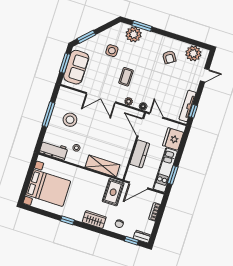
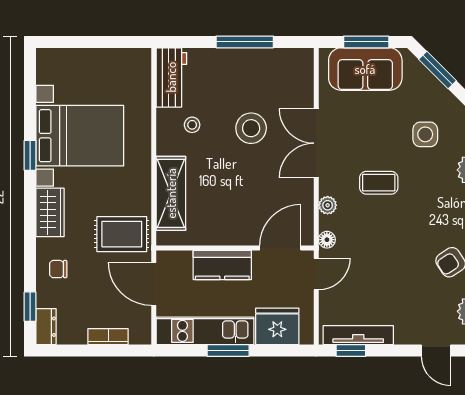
stool: (70, 120) -> (251, 128), moved
window: (173, 175) -> (228, 351), moved
bed with nightstands: (48, 188) -> (80, 136), moved, turned -90

